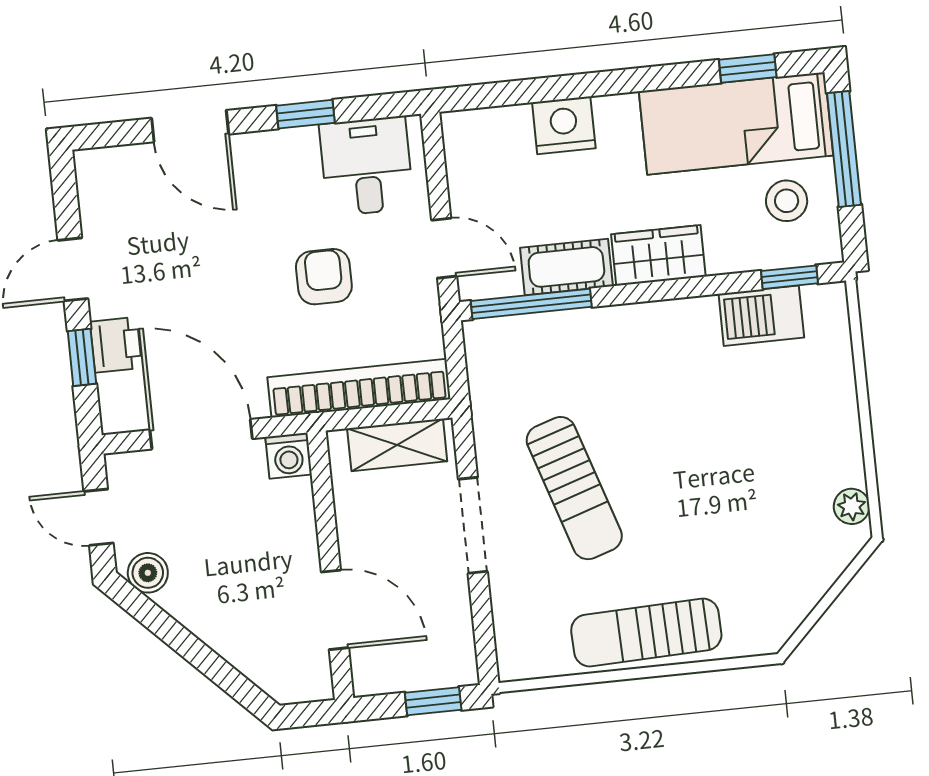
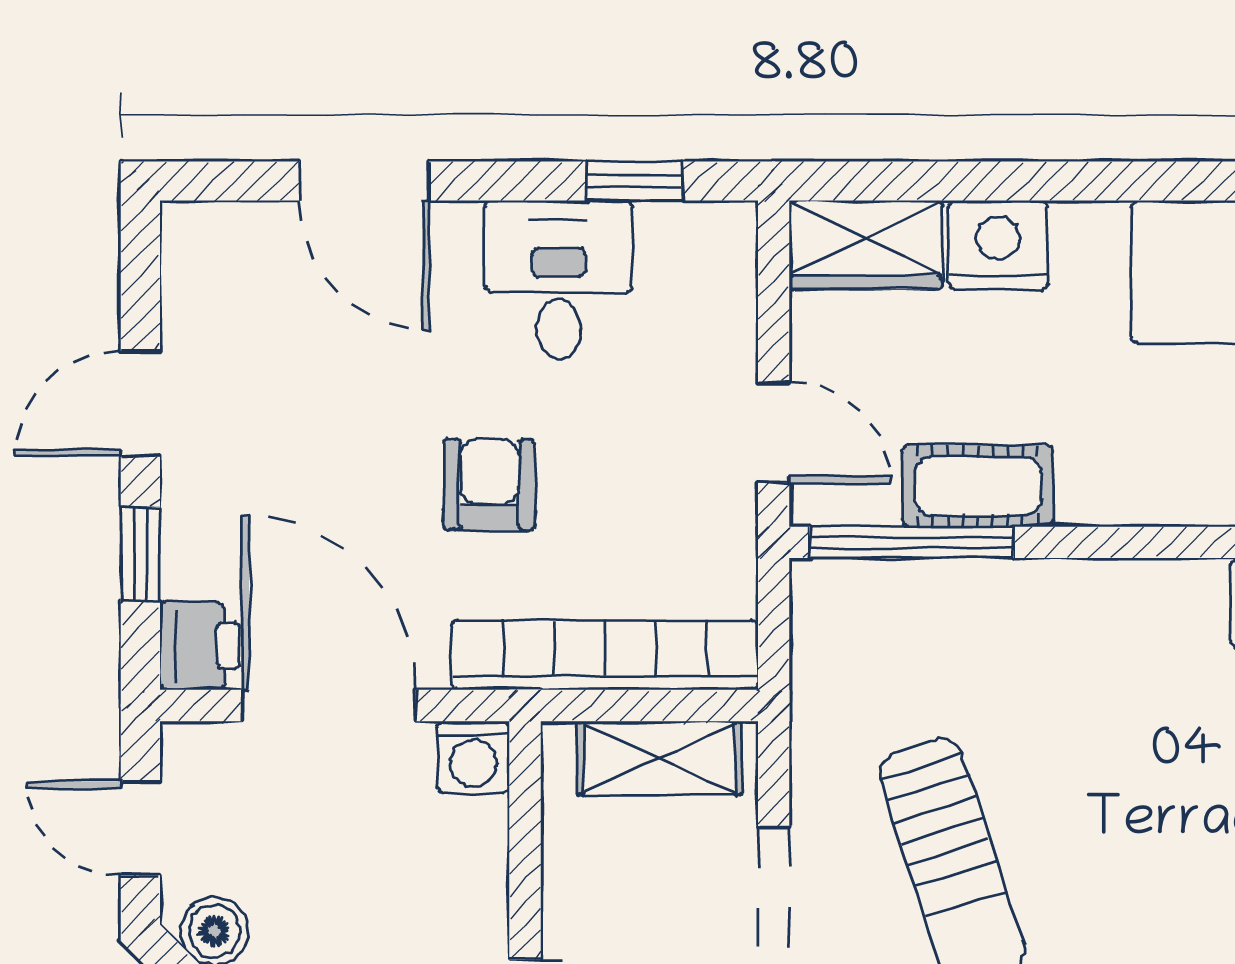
window: (305, 114) -> (634, 181), moved
desk: (367, 166) -> (559, 280), moved
wardrobe: (658, 255) -> (866, 245), moved, turned 180
armchair: (324, 277) -> (489, 485), moved
printer: (116, 345) -> (200, 646), moved

